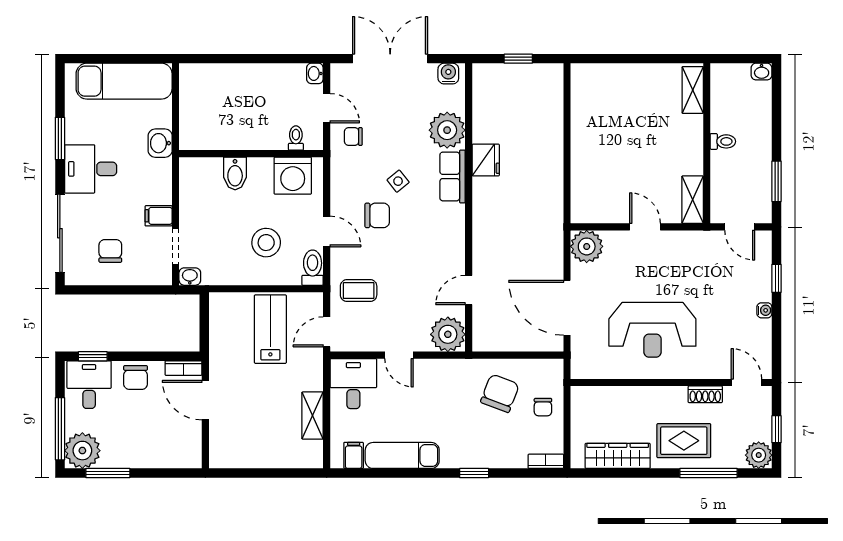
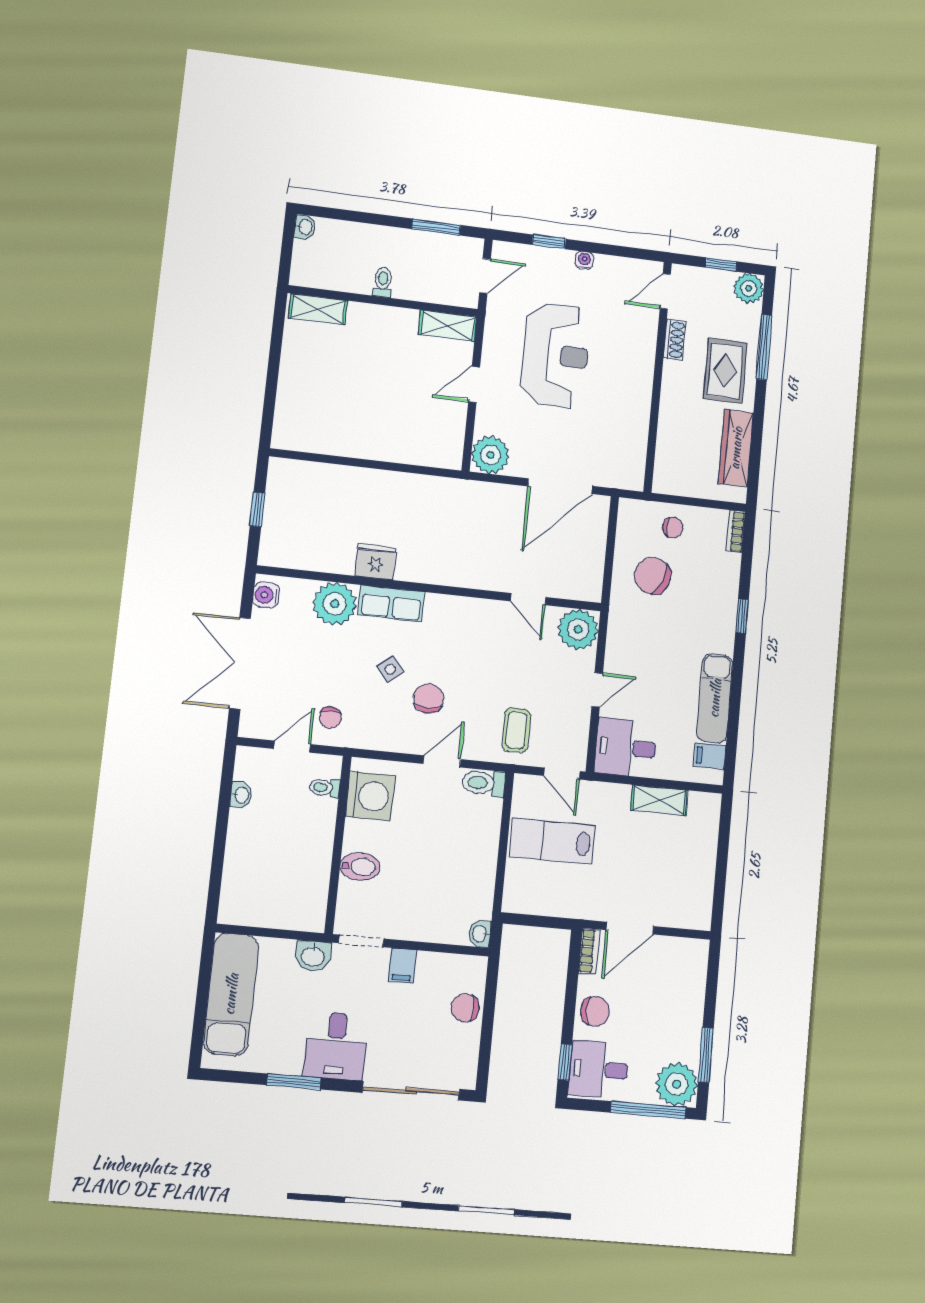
washbasin: (315, 73) -> (241, 795), moved, turned -90
stool: (266, 243) -> (448, 836), removed
doorway: (176, 247) -> (361, 941), moved
chair: (110, 251) -> (465, 1008), moved
reception desk: (652, 330) -> (556, 355), moved

